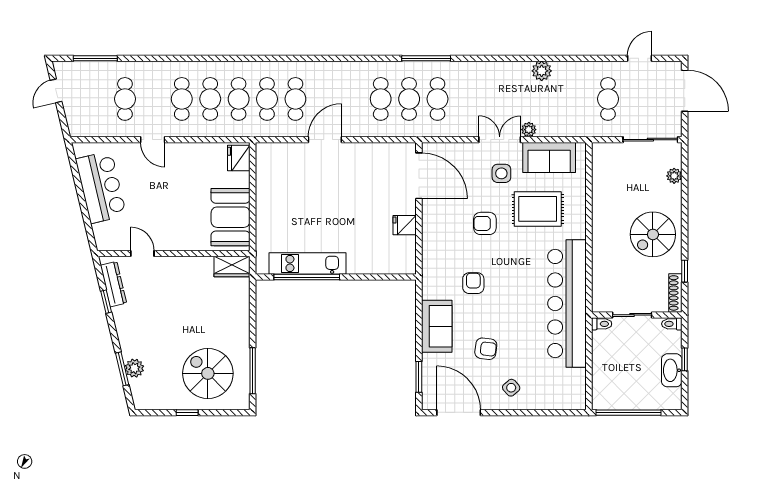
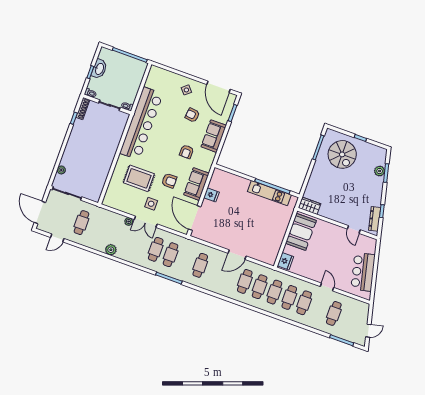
cafe table: (409, 99) -> (156, 249), moved
sofa: (549, 158) -> (196, 184), moved, turned -90
spiral stairs: (653, 234) -> (83, 143), removed

